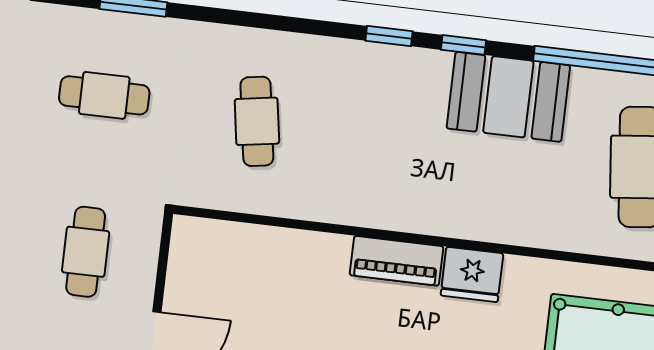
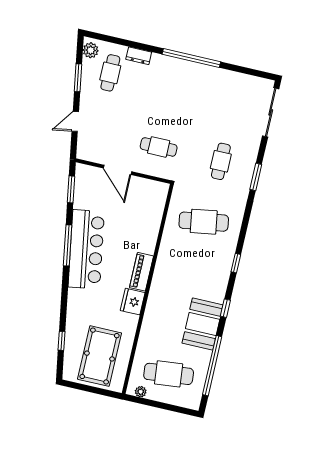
window: (389, 36) -> (236, 263), moved
cafe table: (257, 121) -> (204, 222), width x1.37, depth x1.35

